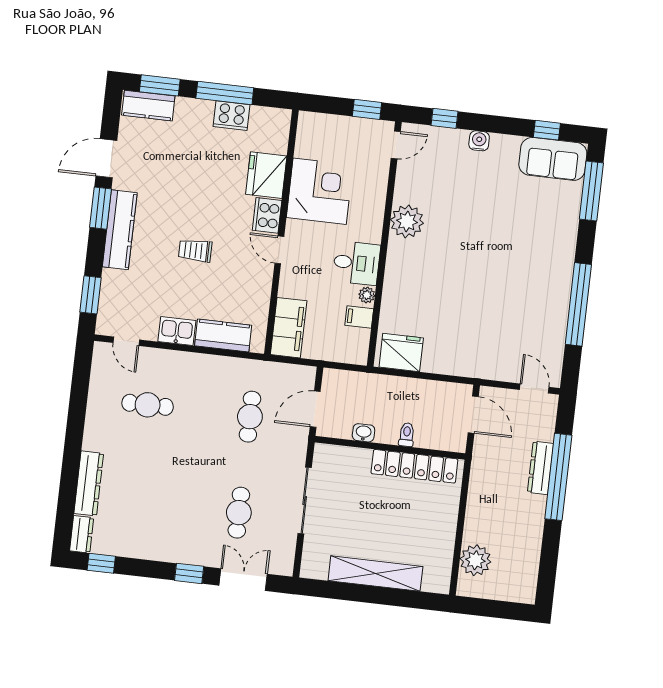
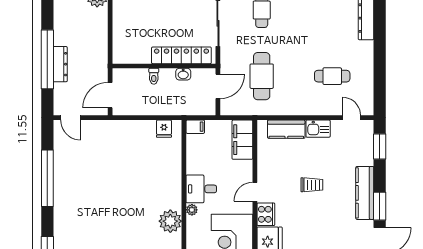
door: (279, 250) -> (255, 192), swing flipped
plant: (367, 295) -> (192, 210), moved
filing cabinet: (359, 317) -> (195, 127), moved
fridge: (401, 352) -> (164, 129), width x0.53, depth x0.75
door: (473, 415) -> (110, 95), hinge flipped
cafe table: (250, 417) -> (262, 76), width x1.37, depth x1.35
locker: (414, 466) -> (181, 55), moved

